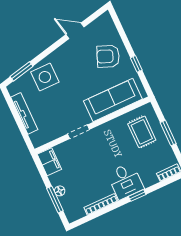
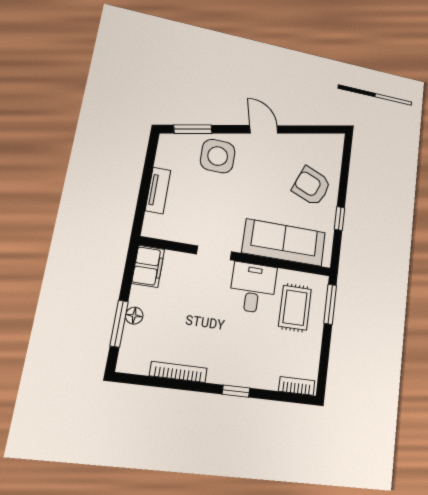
door: (75, 31) -> (264, 129), moved
tv unit: (24, 113) -> (158, 190), width x0.71
window: (168, 133) -> (330, 304), moved
desk: (125, 181) -> (253, 288), moved, turned 180

